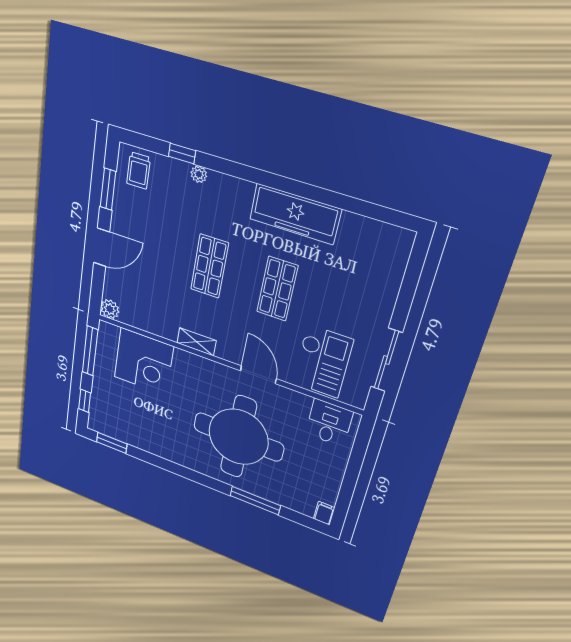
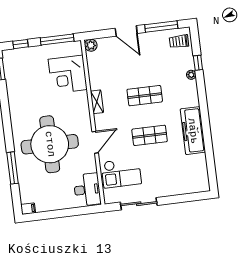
window: (108, 189) -> (161, 27), width x1.44
desk: (329, 423) -> (87, 190), width x1.37

